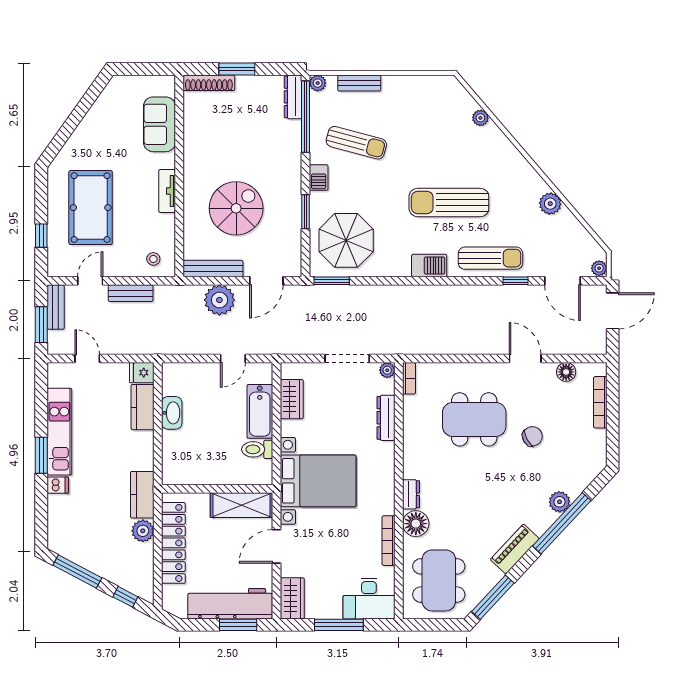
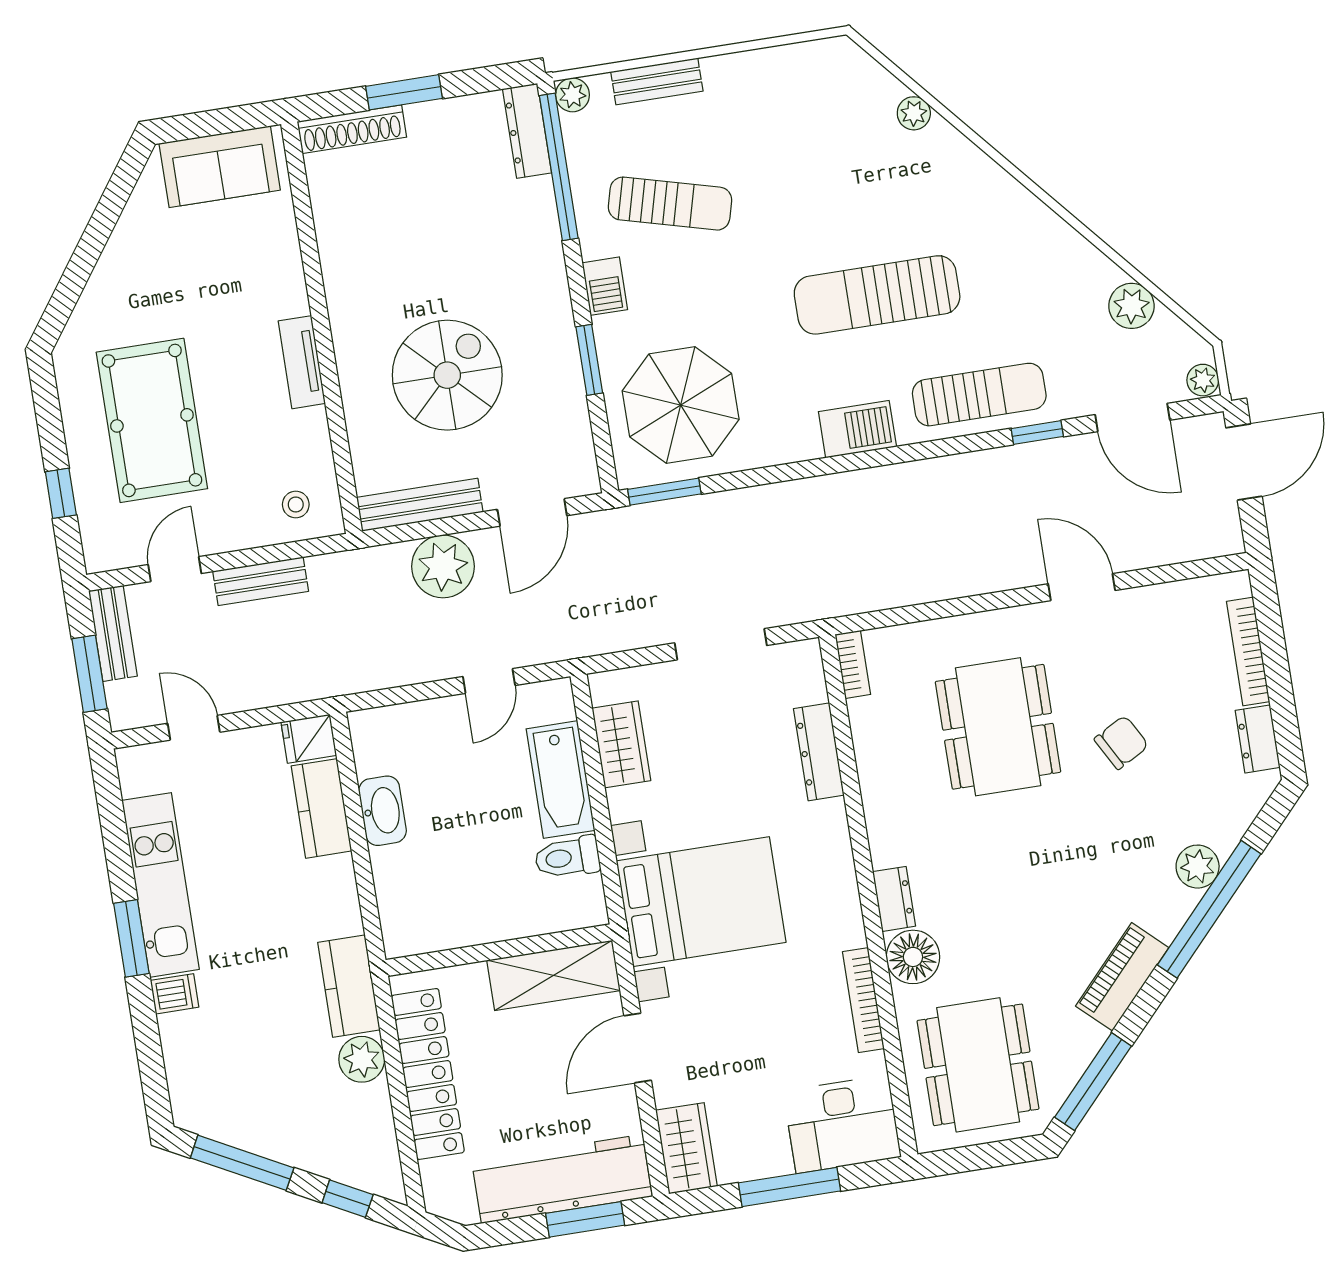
sofa: (159, 124) -> (220, 167), moved, turned -90
plant: (550, 204) -> (1131, 306), moved
plant: (387, 370) -> (806, 655), removed
floor lamp: (566, 372) -> (1169, 601), removed
dining table: (474, 419) -> (998, 727), turned 90
dresser: (598, 445) -> (1258, 739), added

